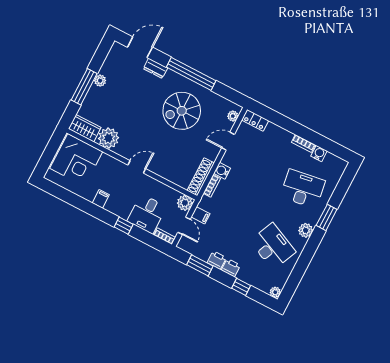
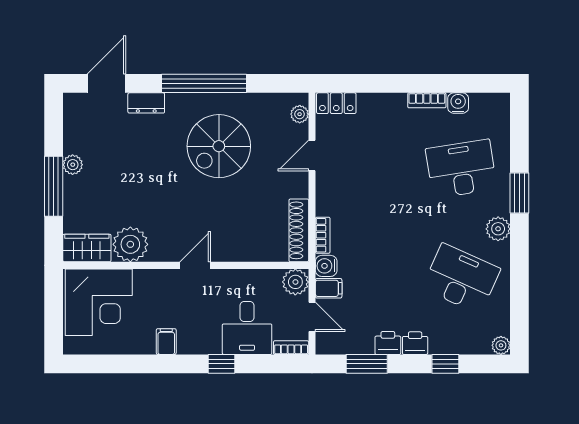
water cooler: (222, 171) -> (326, 266), moved

